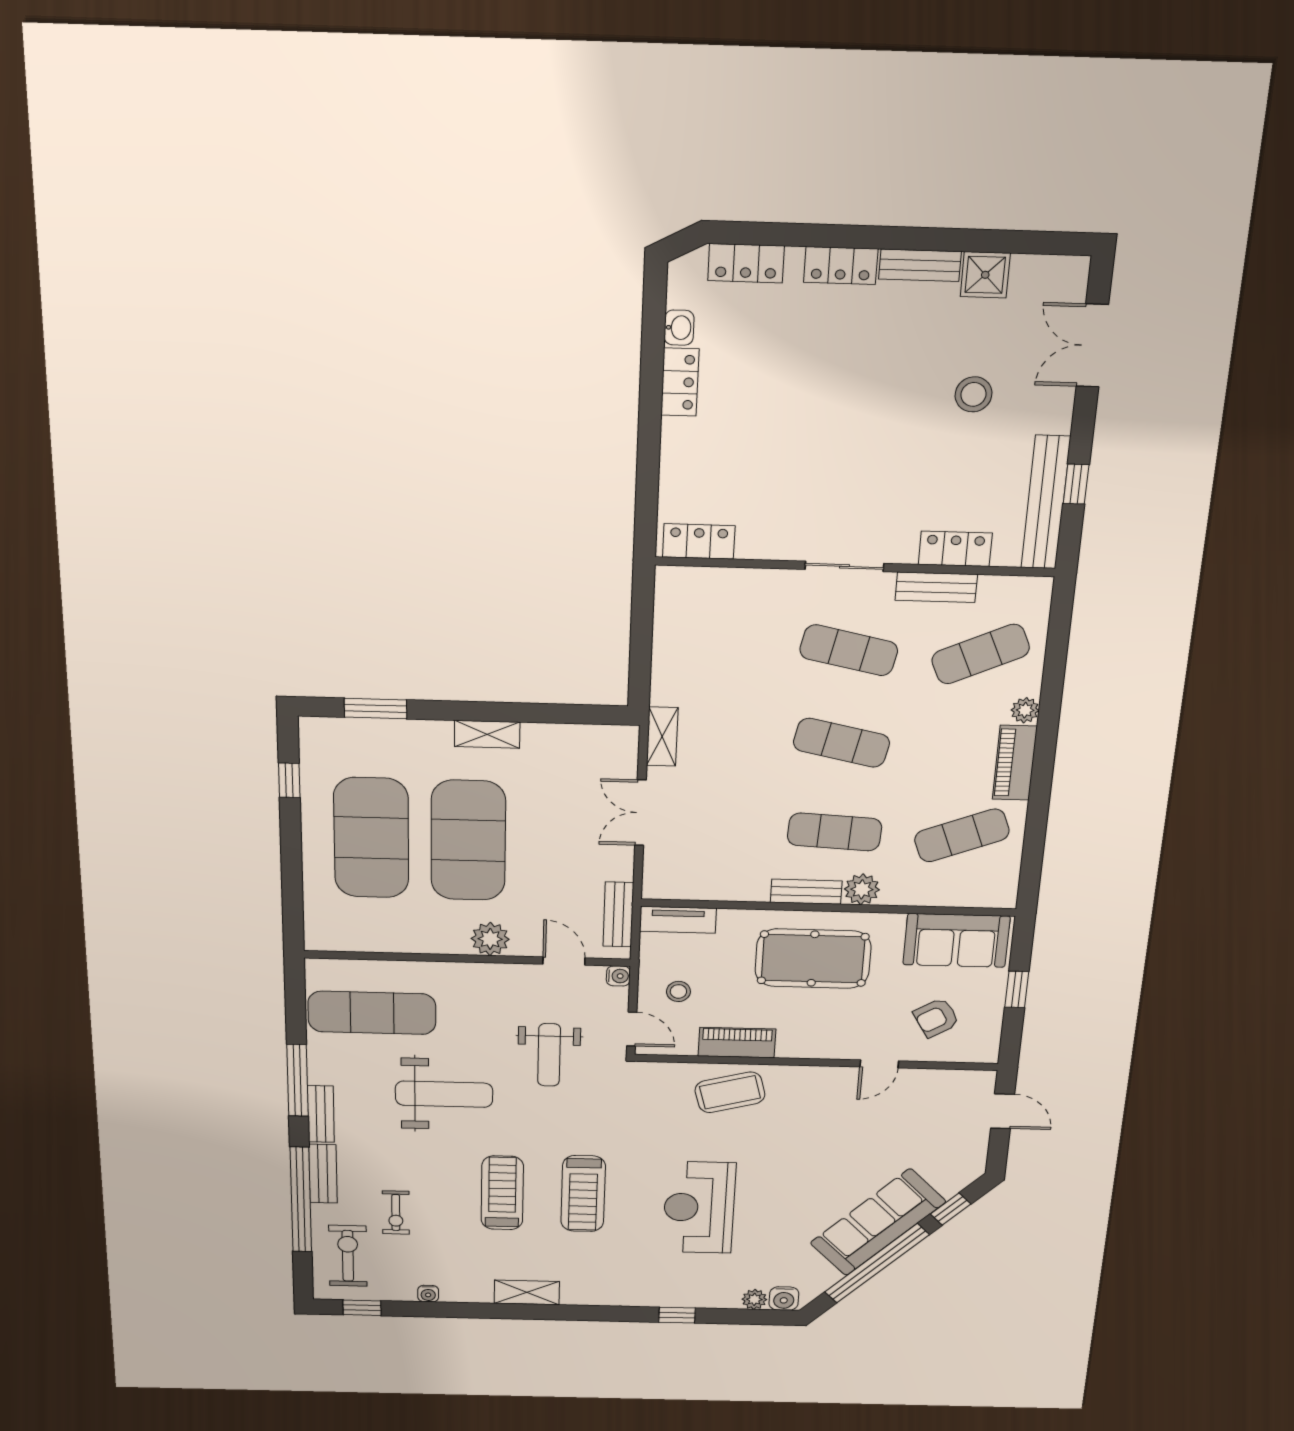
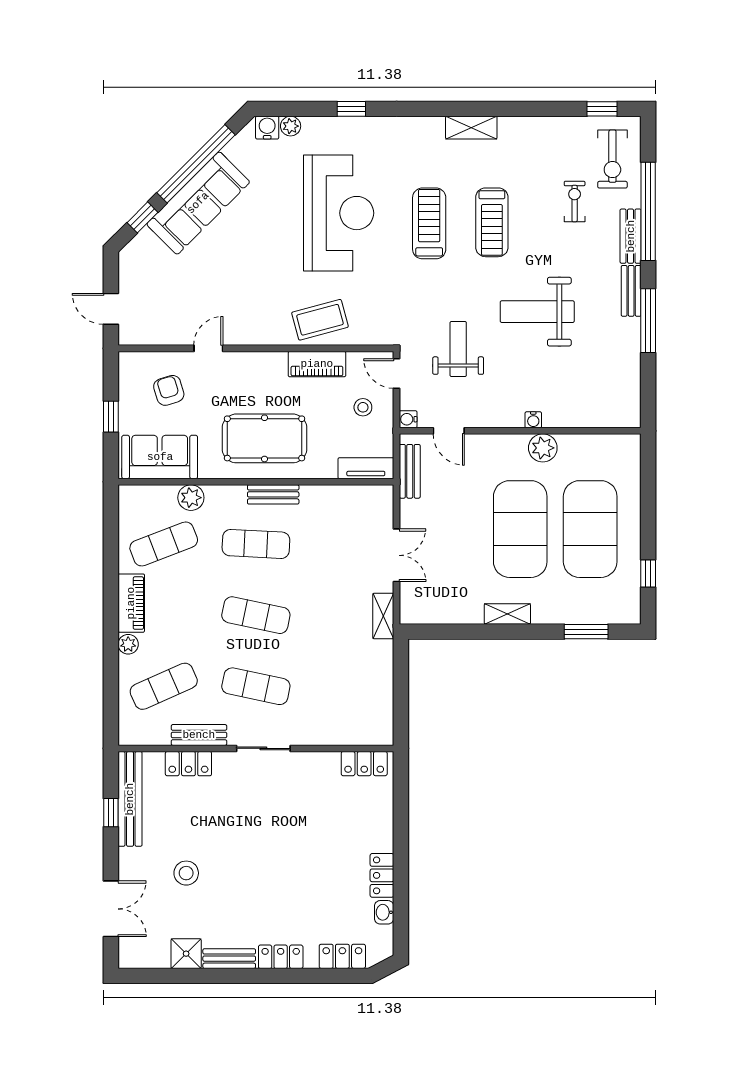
plant: (862, 889) -> (191, 498), moved
plant: (490, 939) -> (543, 448), moved
exercise mat: (372, 1013) -> (591, 382), removed
armchair: (936, 1018) -> (169, 390), turned -76
reception desk: (699, 1208) -> (339, 213), width x1.36, depth x1.30
water cooler: (428, 1294) -> (533, 420), moved, turned 180

